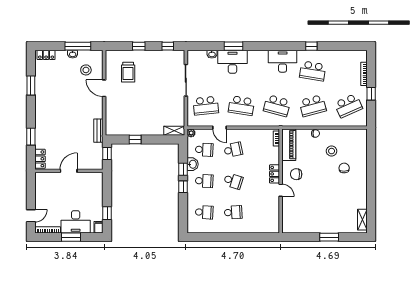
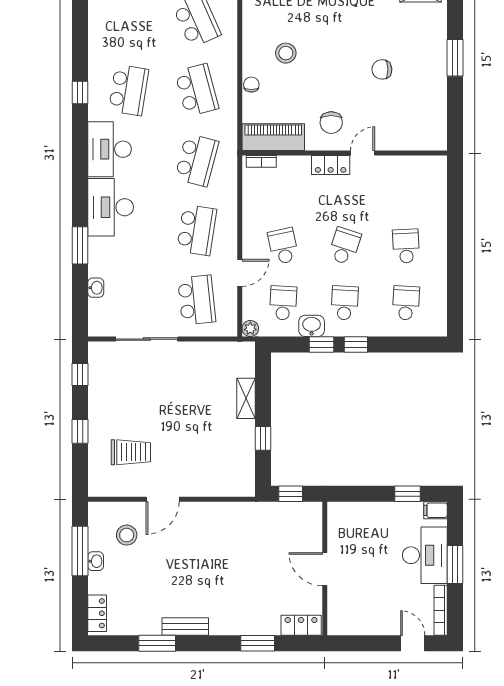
desk: (232, 62) -> (111, 207), moved
bench: (98, 131) -> (185, 626), moved
shelving: (174, 131) -> (246, 398), moved
chair: (344, 168) -> (382, 69), moved

